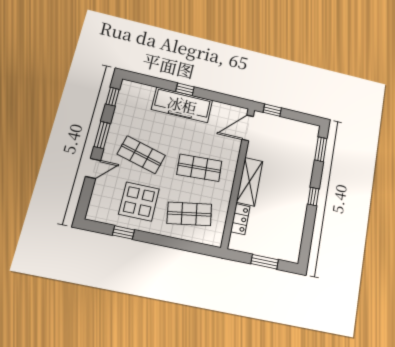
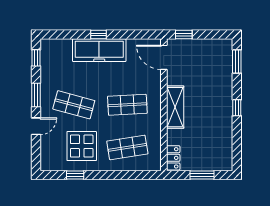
door: (248, 128) -> (164, 57), hinge flipped
locker: (240, 219) -> (173, 158), moved

